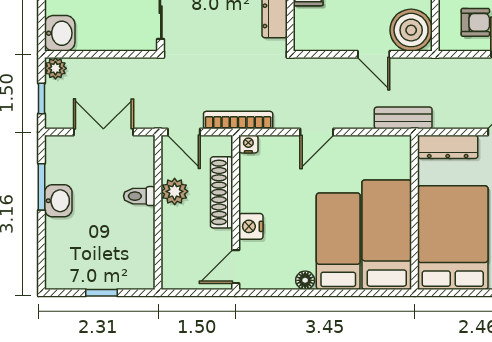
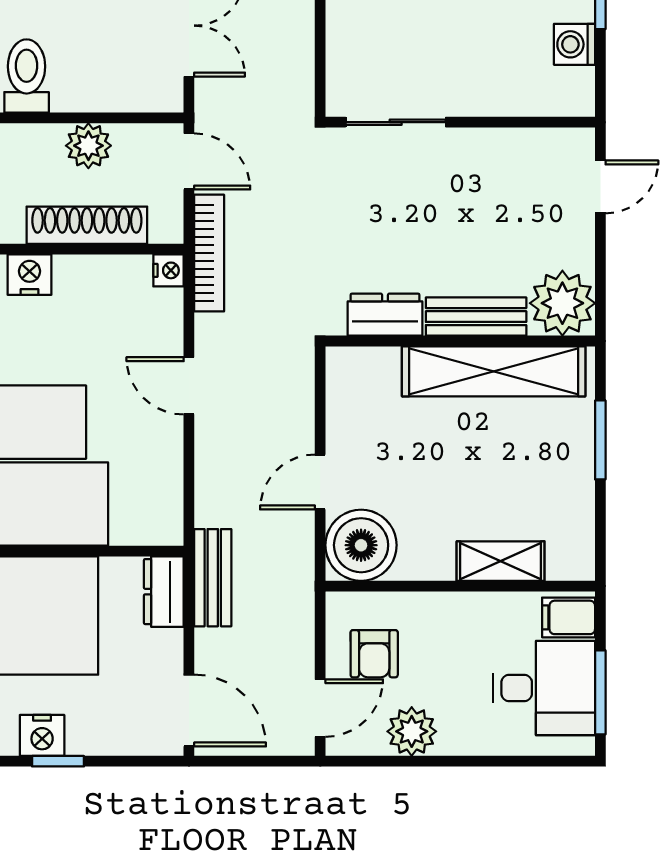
bench: (403, 118) -> (213, 578), moved
door: (184, 132) -> (189, 161), swing flipped
dresser: (448, 147) -> (164, 592), width x0.70
toilet: (139, 196) -> (27, 76), moved, width x1.37, depth x1.39

